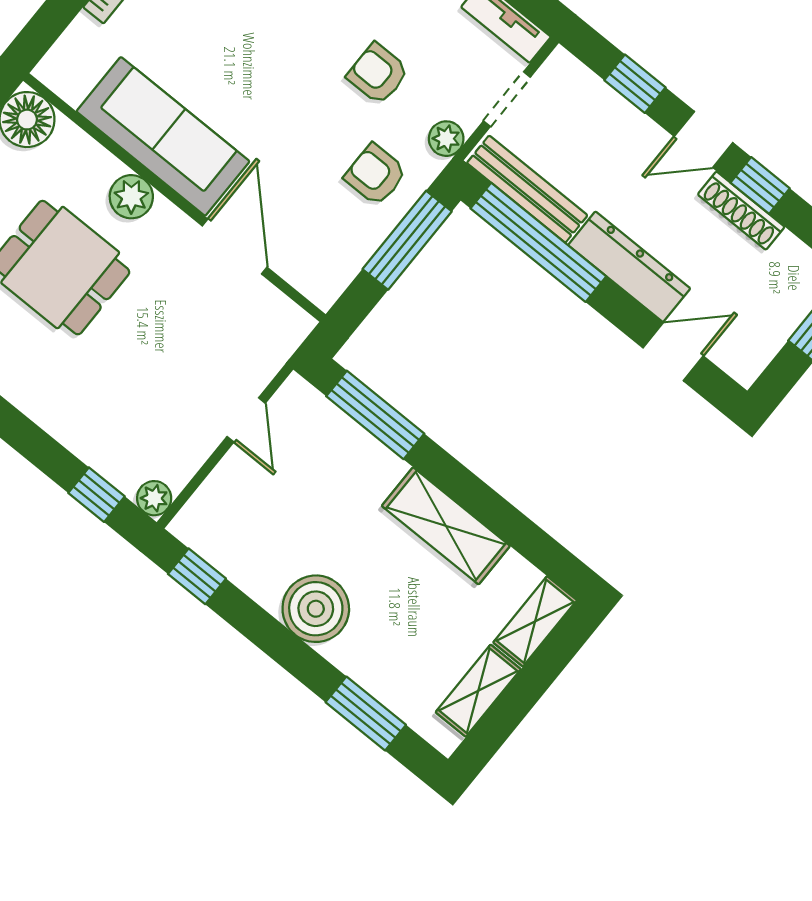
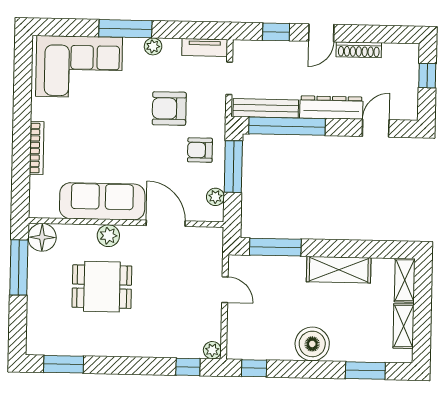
armchair: (378, 74) -> (169, 109), width x1.38, depth x1.38
plant: (446, 139) -> (215, 197), moved
window: (760, 185) -> (359, 34), removed

